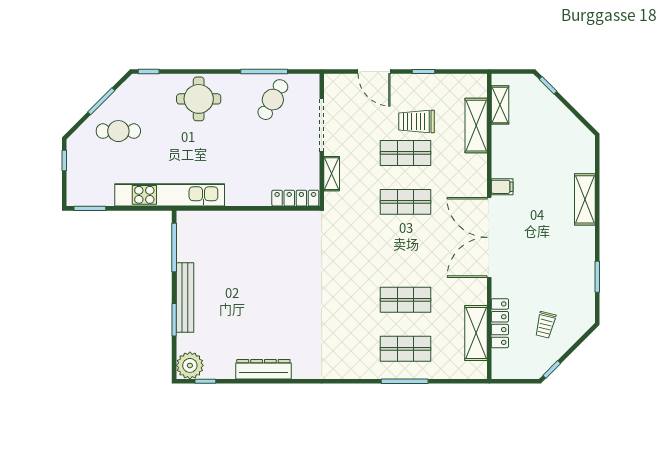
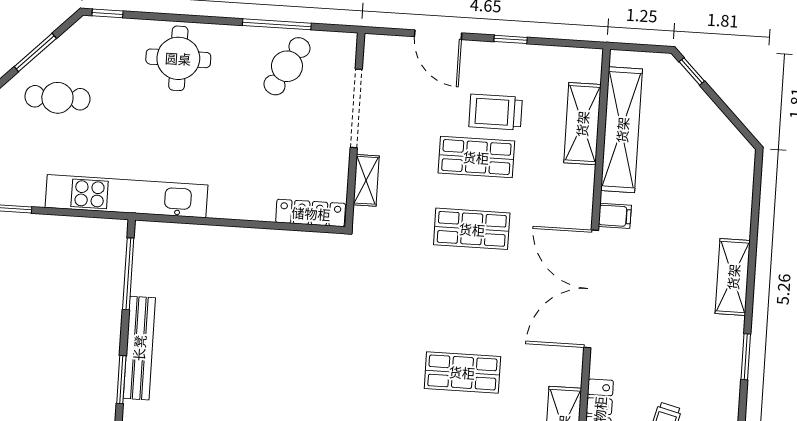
shelving: (500, 105) -> (622, 130), width x2.20, depth x1.33
shelving: (585, 199) -> (733, 277), moved

